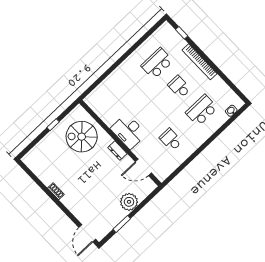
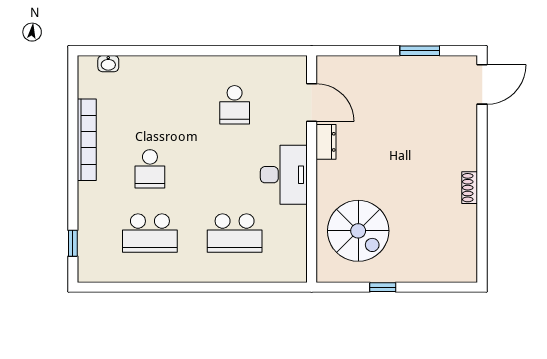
bookcase: (200, 62) -> (87, 140), moved
school desk: (202, 110) -> (235, 233), moved
dresser: (117, 151) -> (326, 142), moved
plant: (129, 202) -> (379, 73), removed

